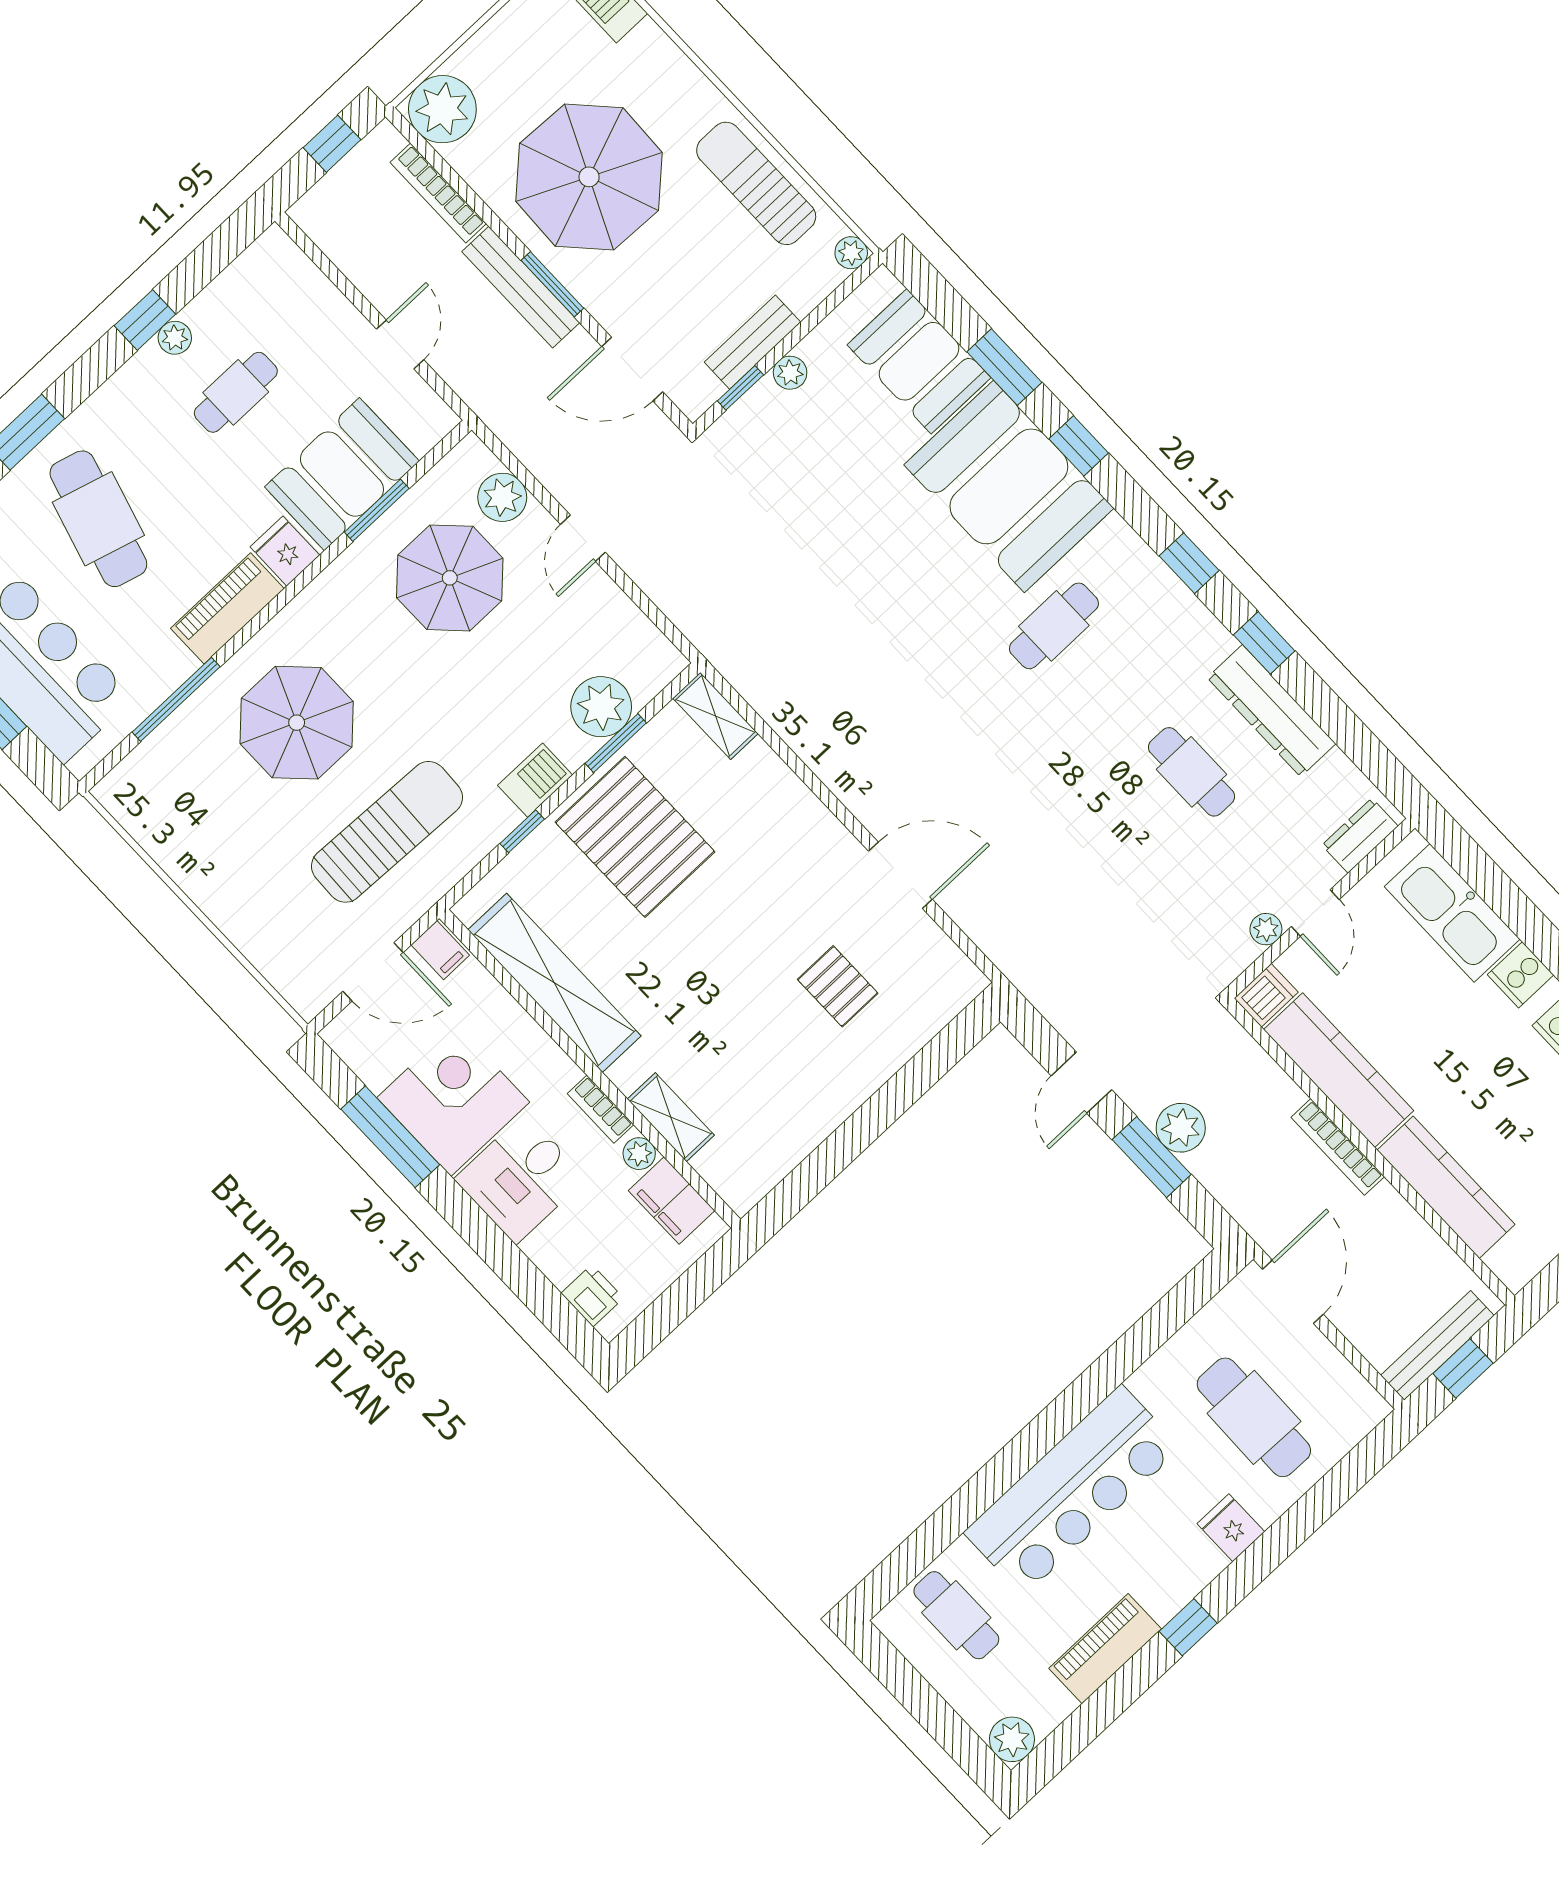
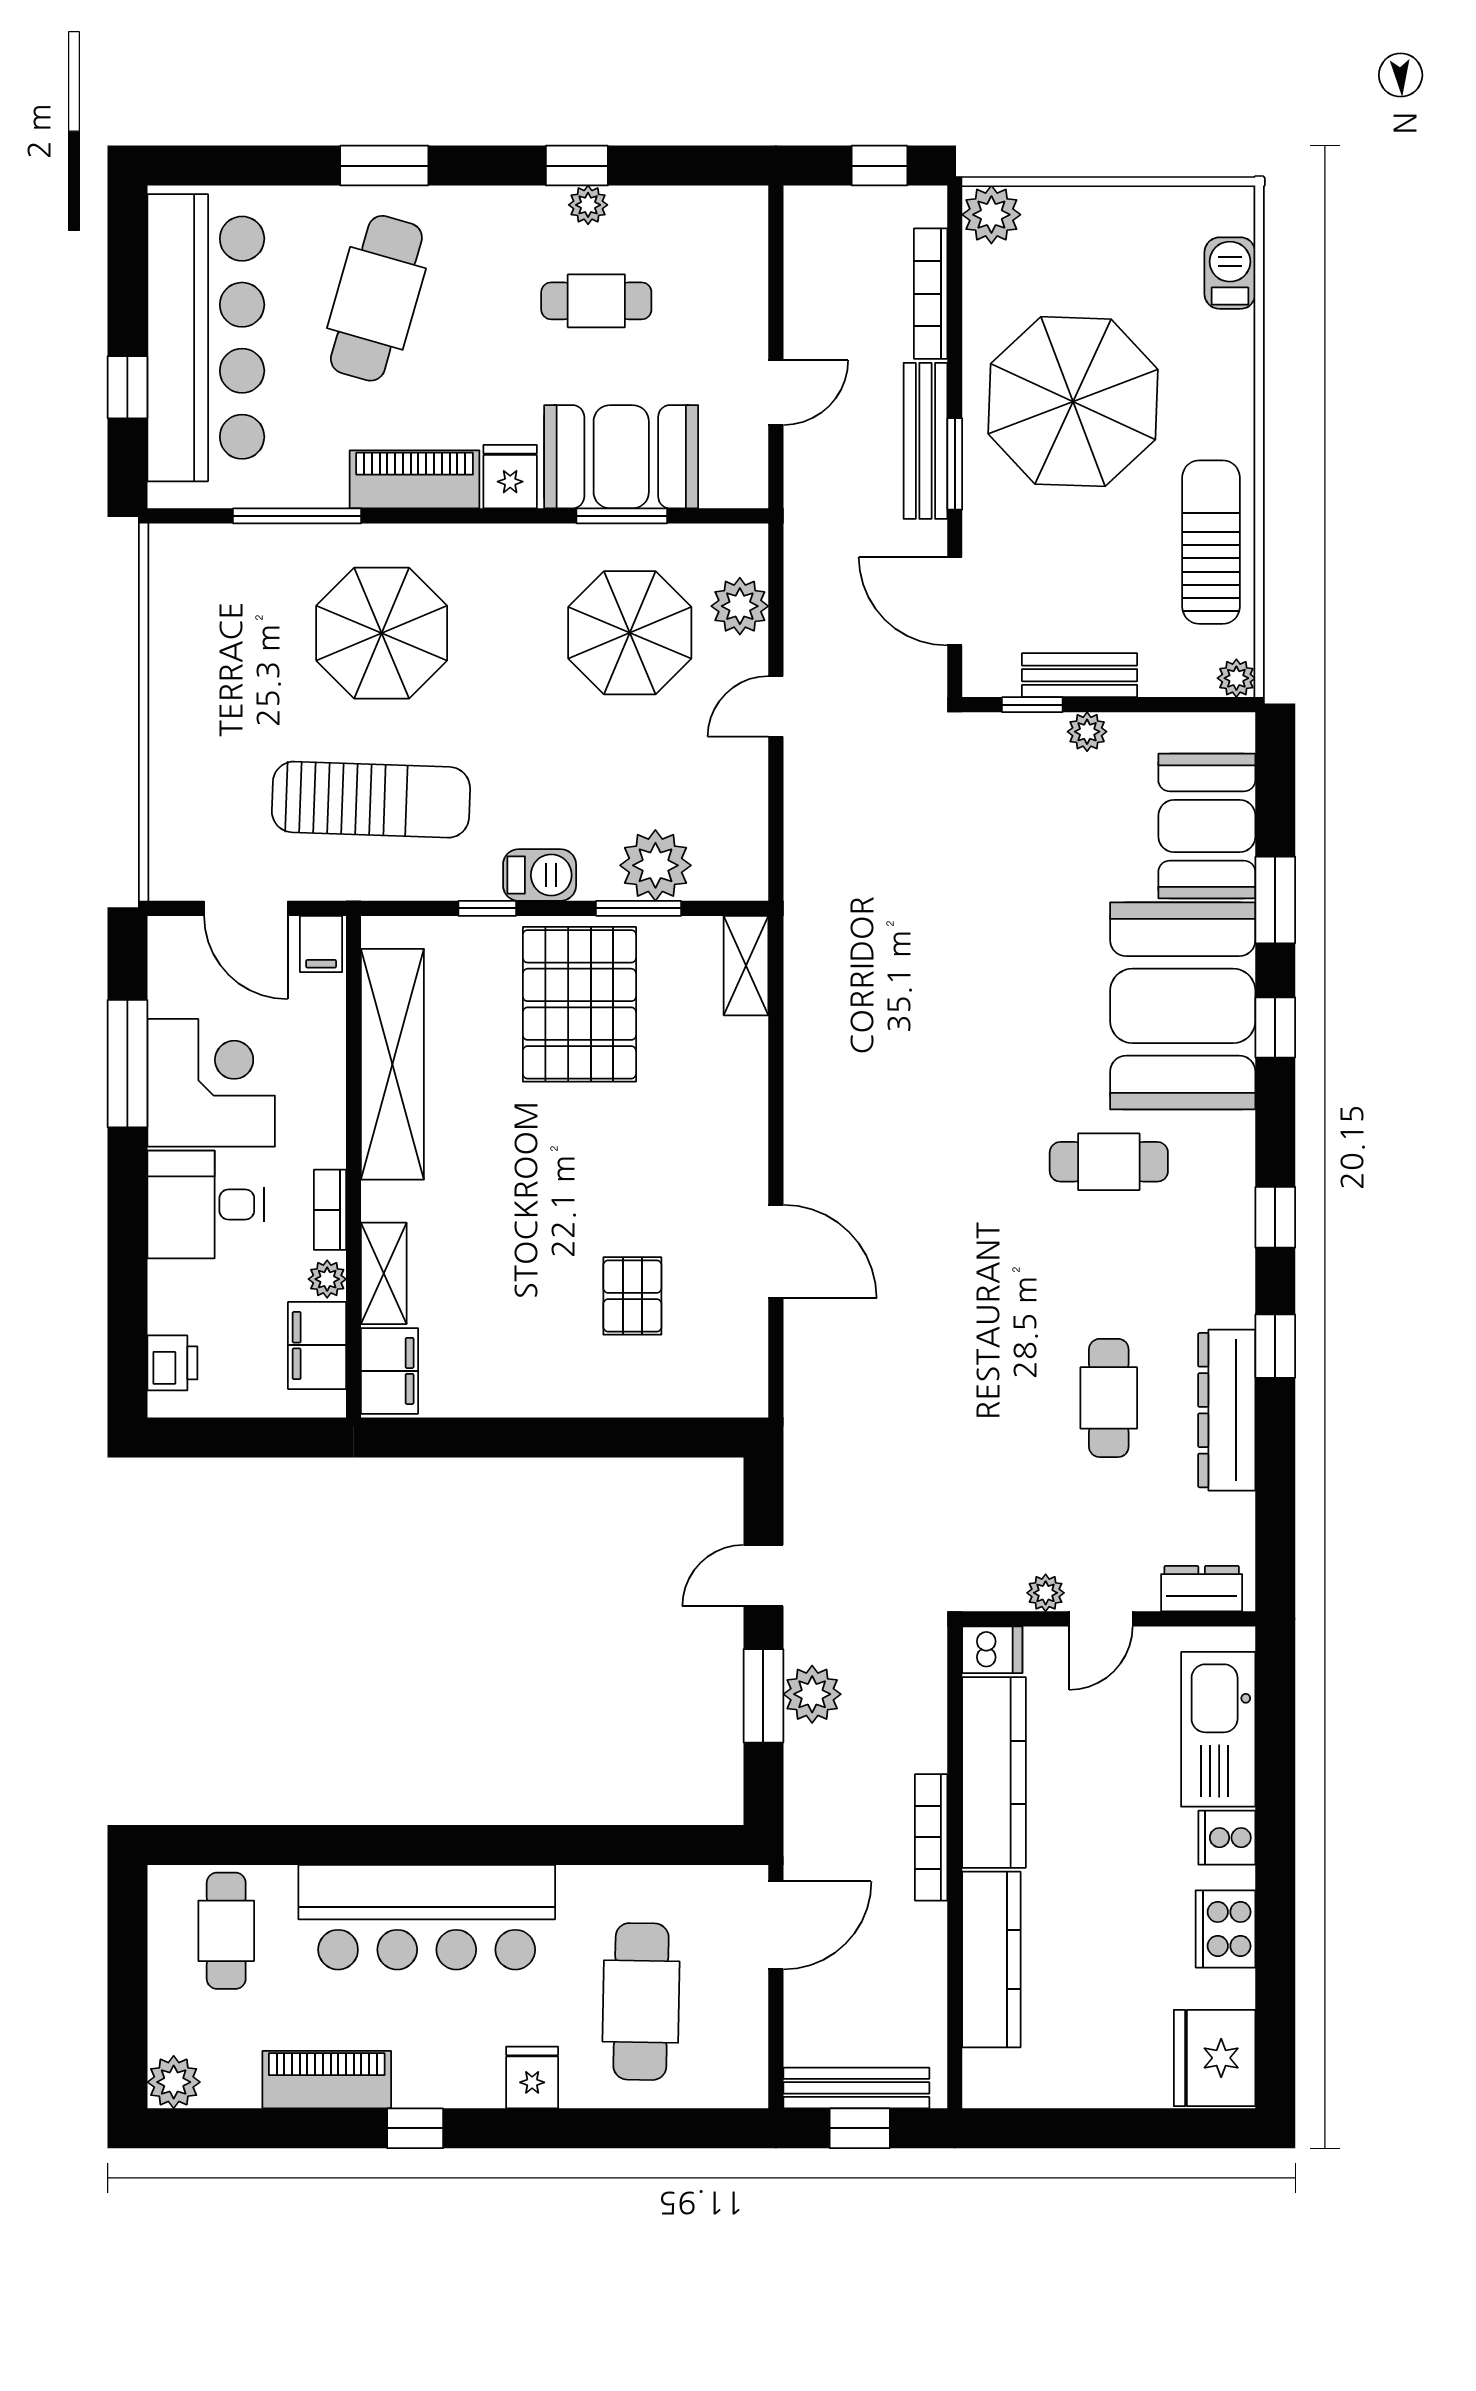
plant: (442, 109) -> (991, 215), width x0.73, depth x0.73
filing cabinet: (731, 1174) -> (390, 1371), added

